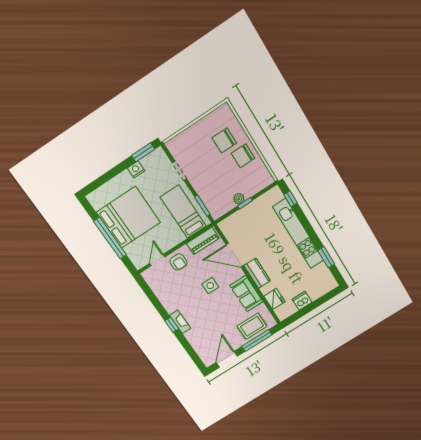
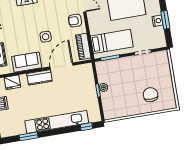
window: (143, 152) -> (165, 20), moved
chair: (243, 156) -> (134, 104), removed

